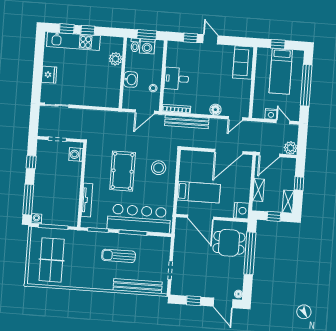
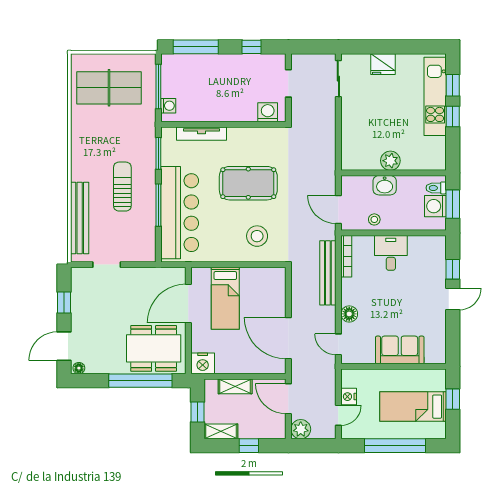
plant: (116, 59) -> (390, 161), moved
sofa: (243, 62) -> (400, 350), moved
washing machine: (36, 219) -> (168, 106), moved
dining table: (229, 243) -> (154, 348), width x1.38

